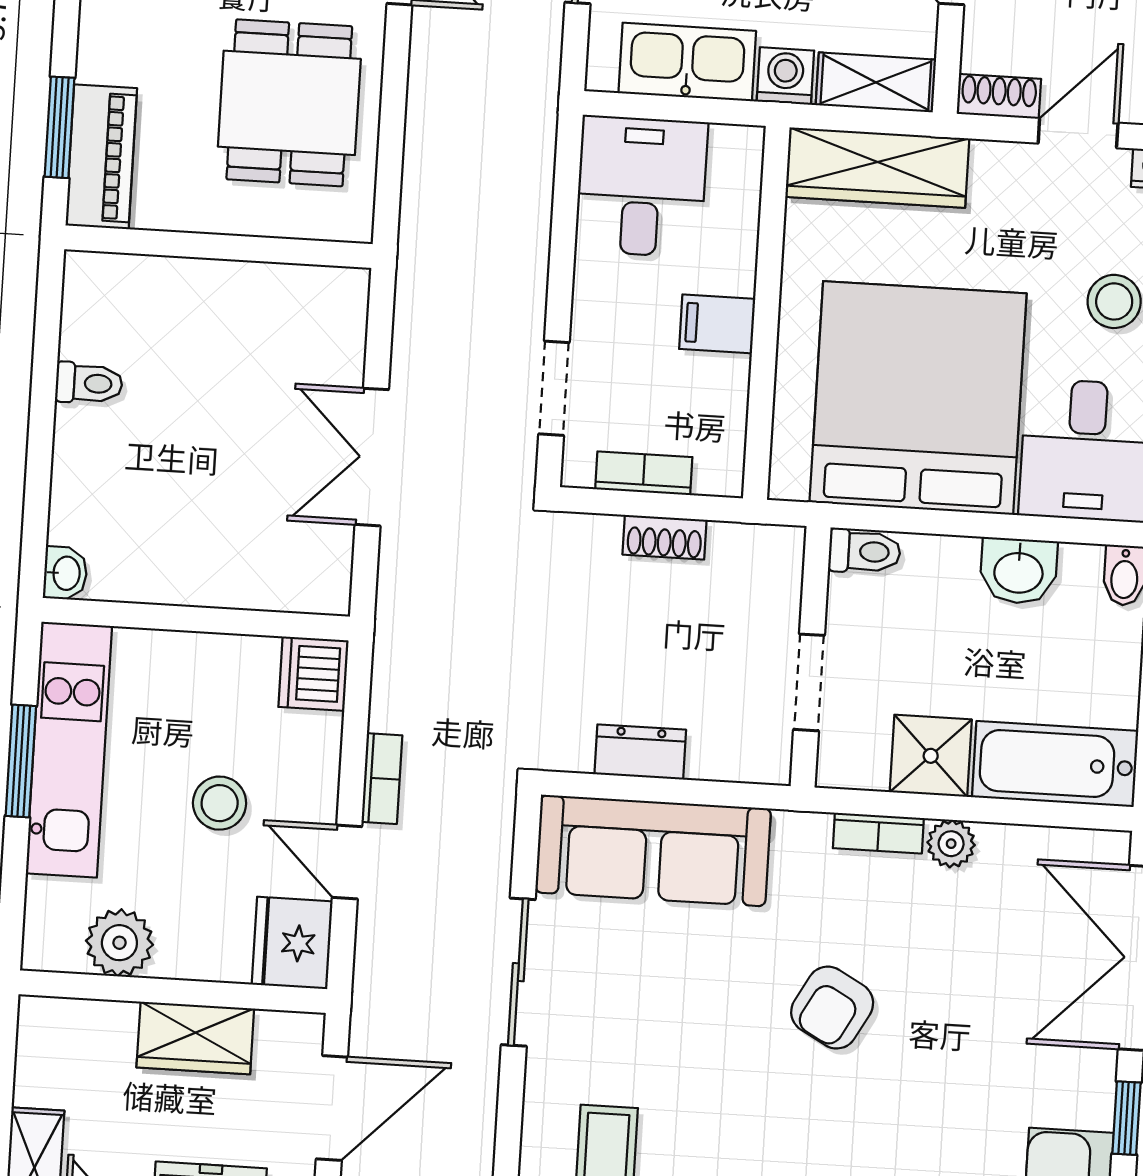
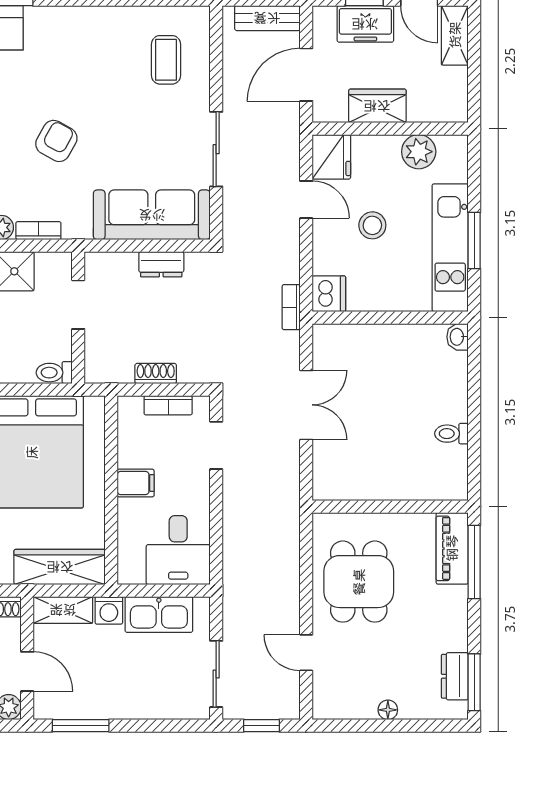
window: (60, 127) -> (474, 562), width x1.44
bookcase: (382, 779) -> (291, 307), moved

